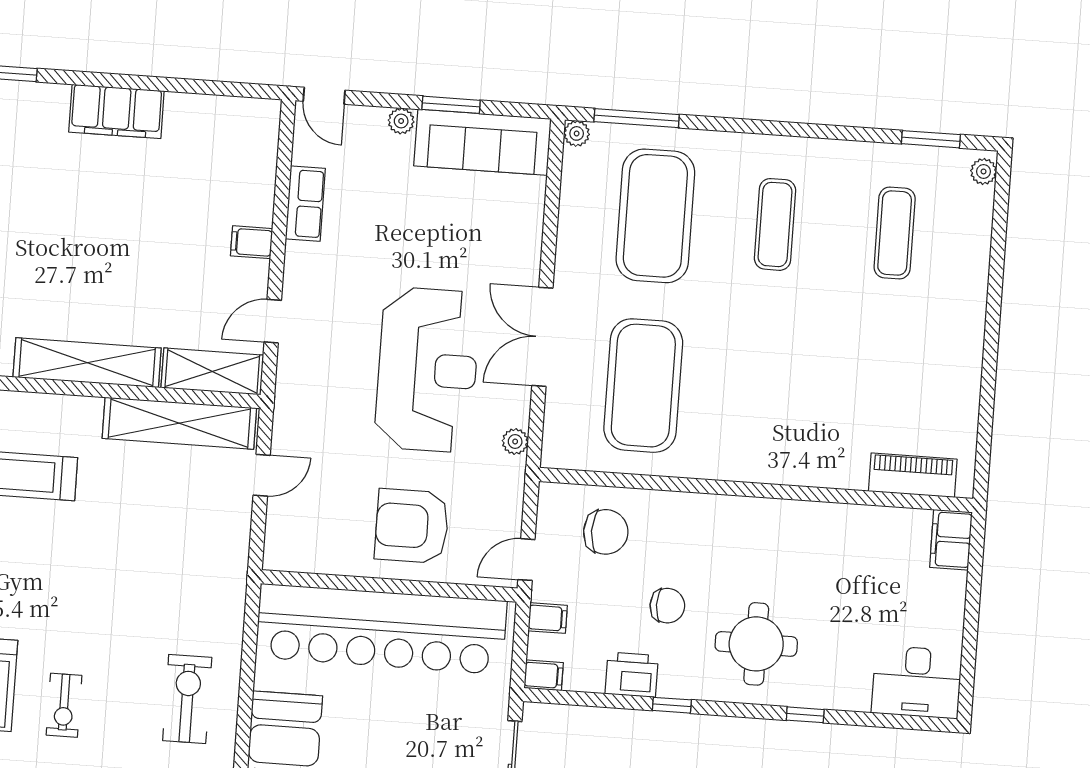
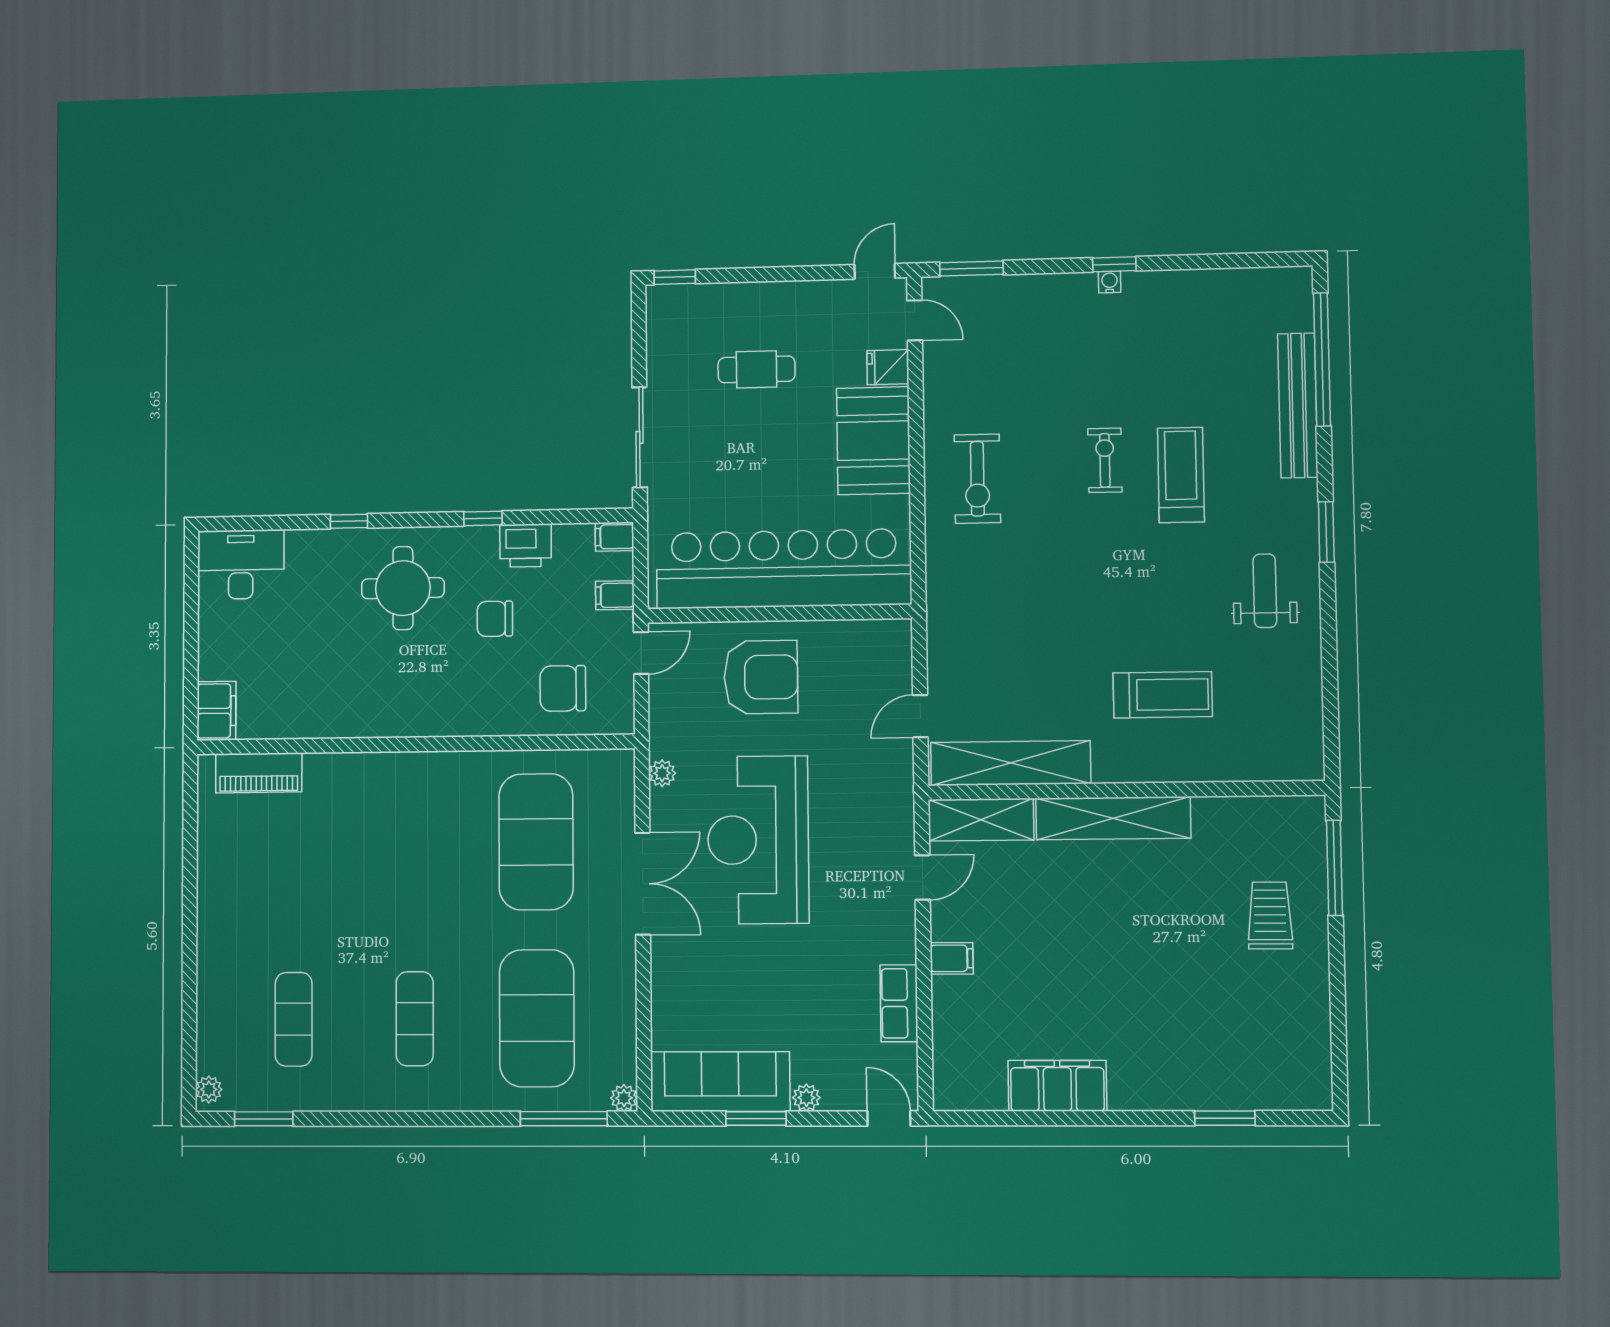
filing cabinet: (116, 111) -> (1057, 1086), moved

